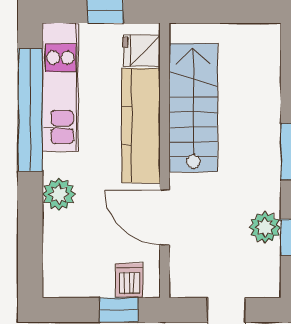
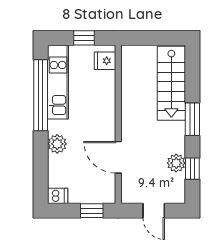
stairs: (193, 108) -> (171, 83), moved, turned 180
kitchen counter: (141, 126) -> (105, 104), removed
dishwasher: (129, 281) -> (58, 196), moved, turned 90

